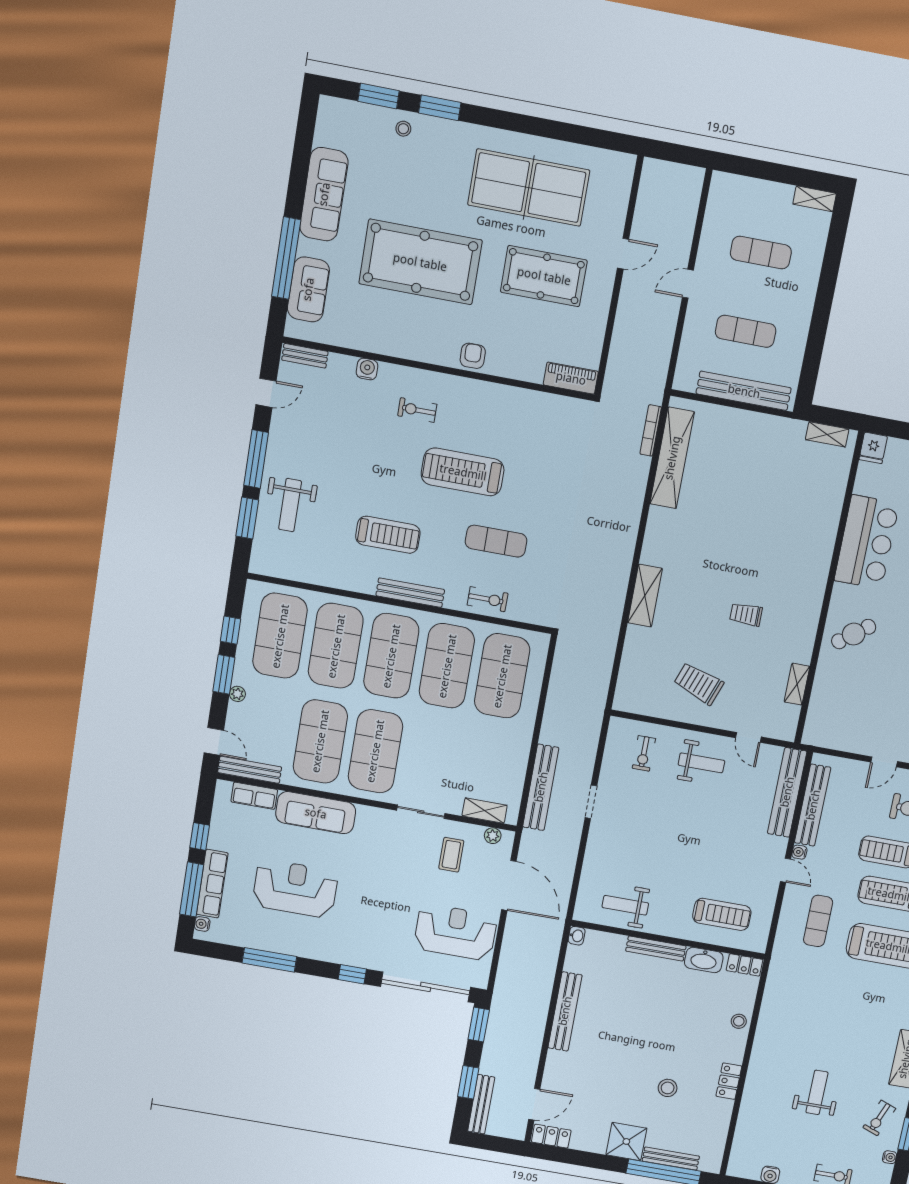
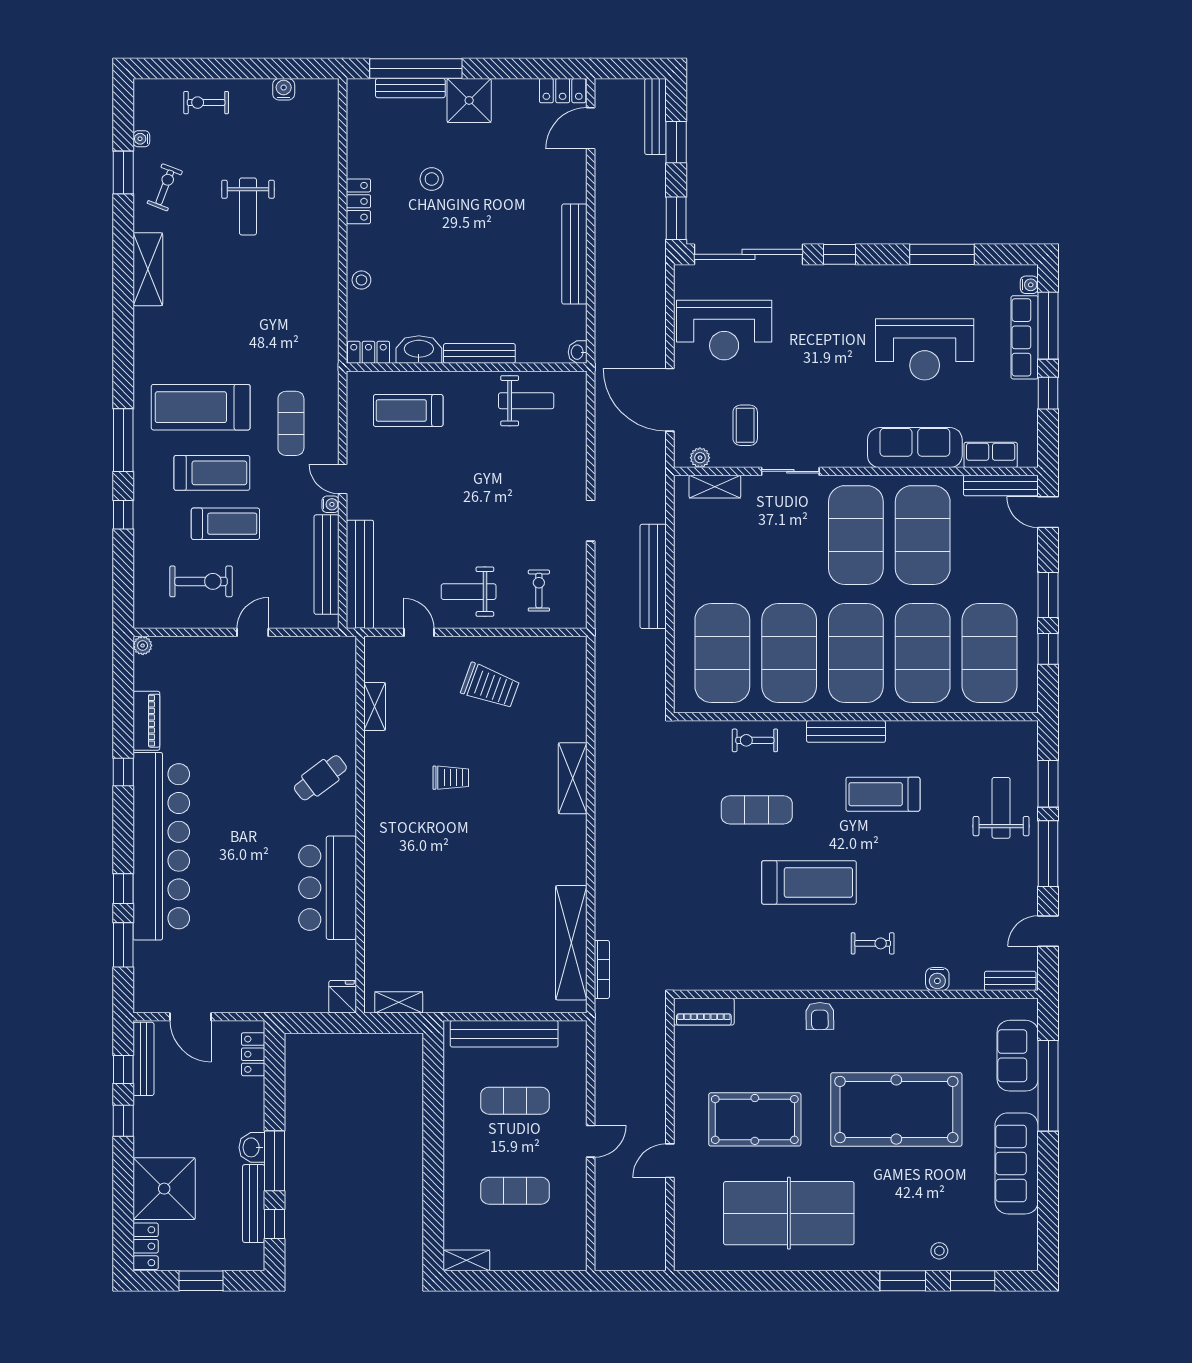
plant: (237, 694) -> (1029, 574), removed
bench: (541, 787) -> (653, 576), moved

